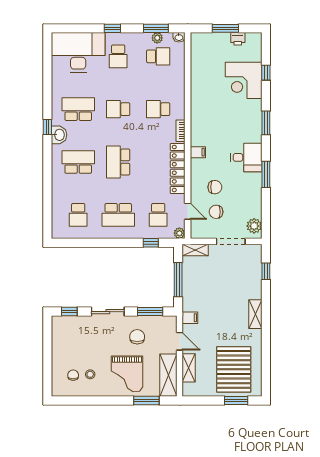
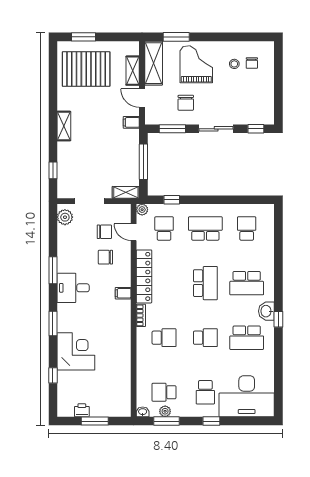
school desk: (118, 56) -> (205, 392), turned 180
corner desk: (244, 80) -> (76, 351), moved
pallet: (234, 369) -> (86, 69), turned 90

